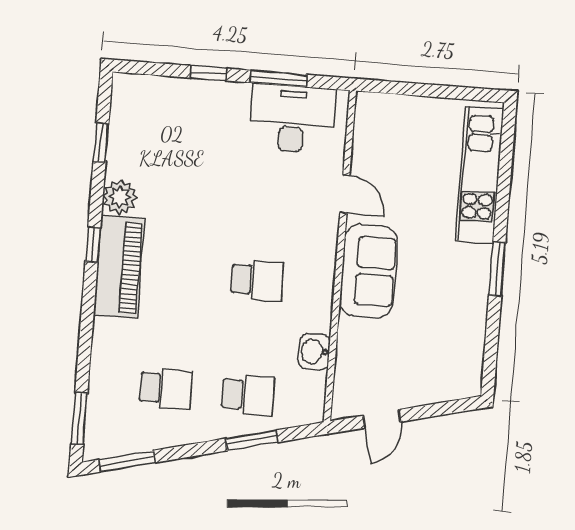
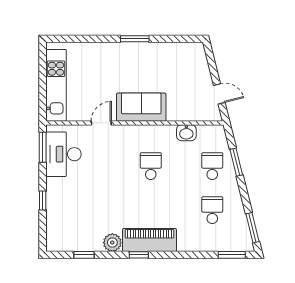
window: (278, 79) -> (43, 147), moved
kitchen unit: (480, 175) -> (56, 85), moved, turned -90

